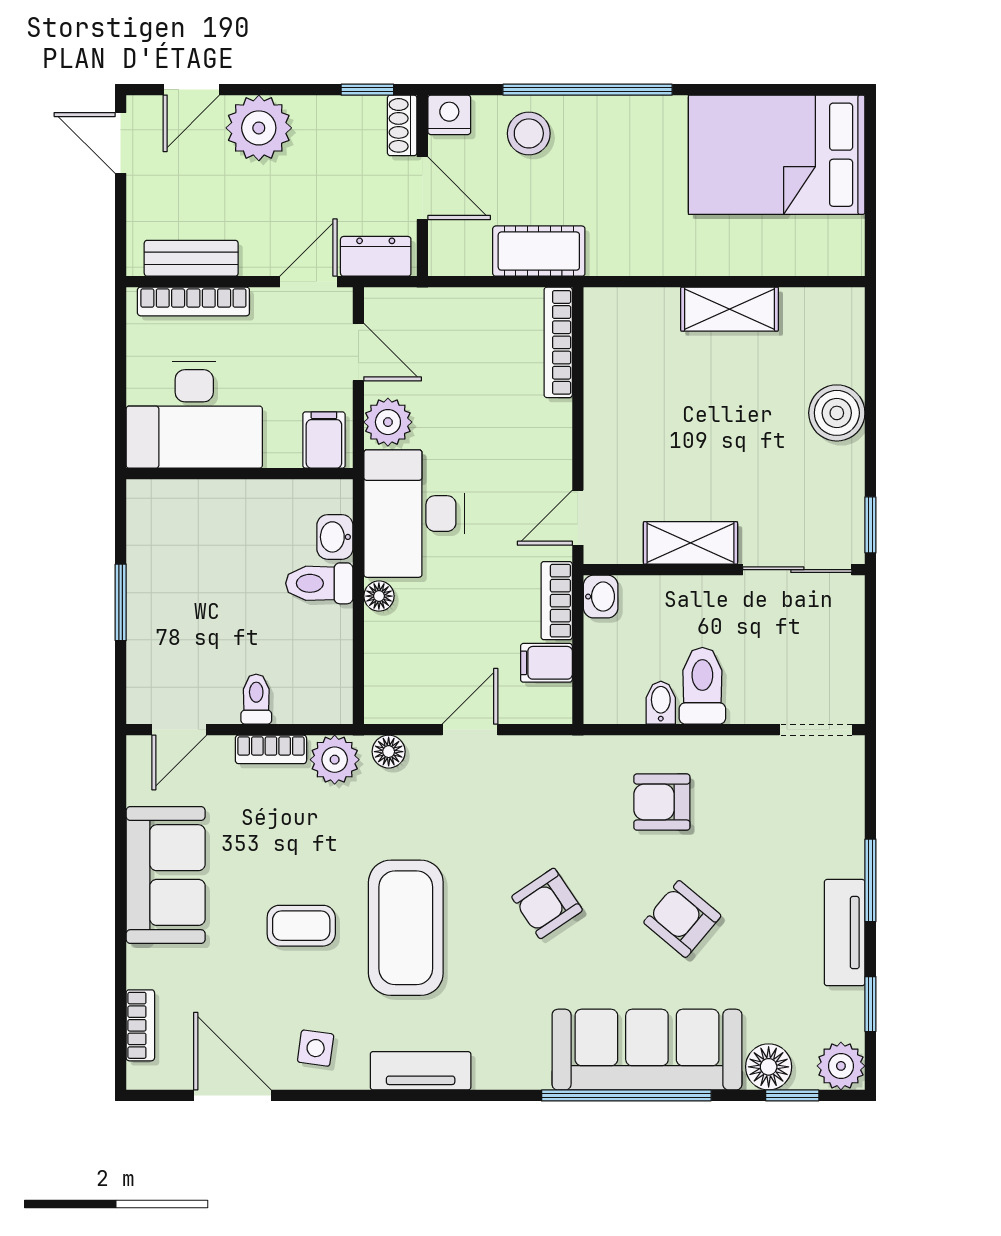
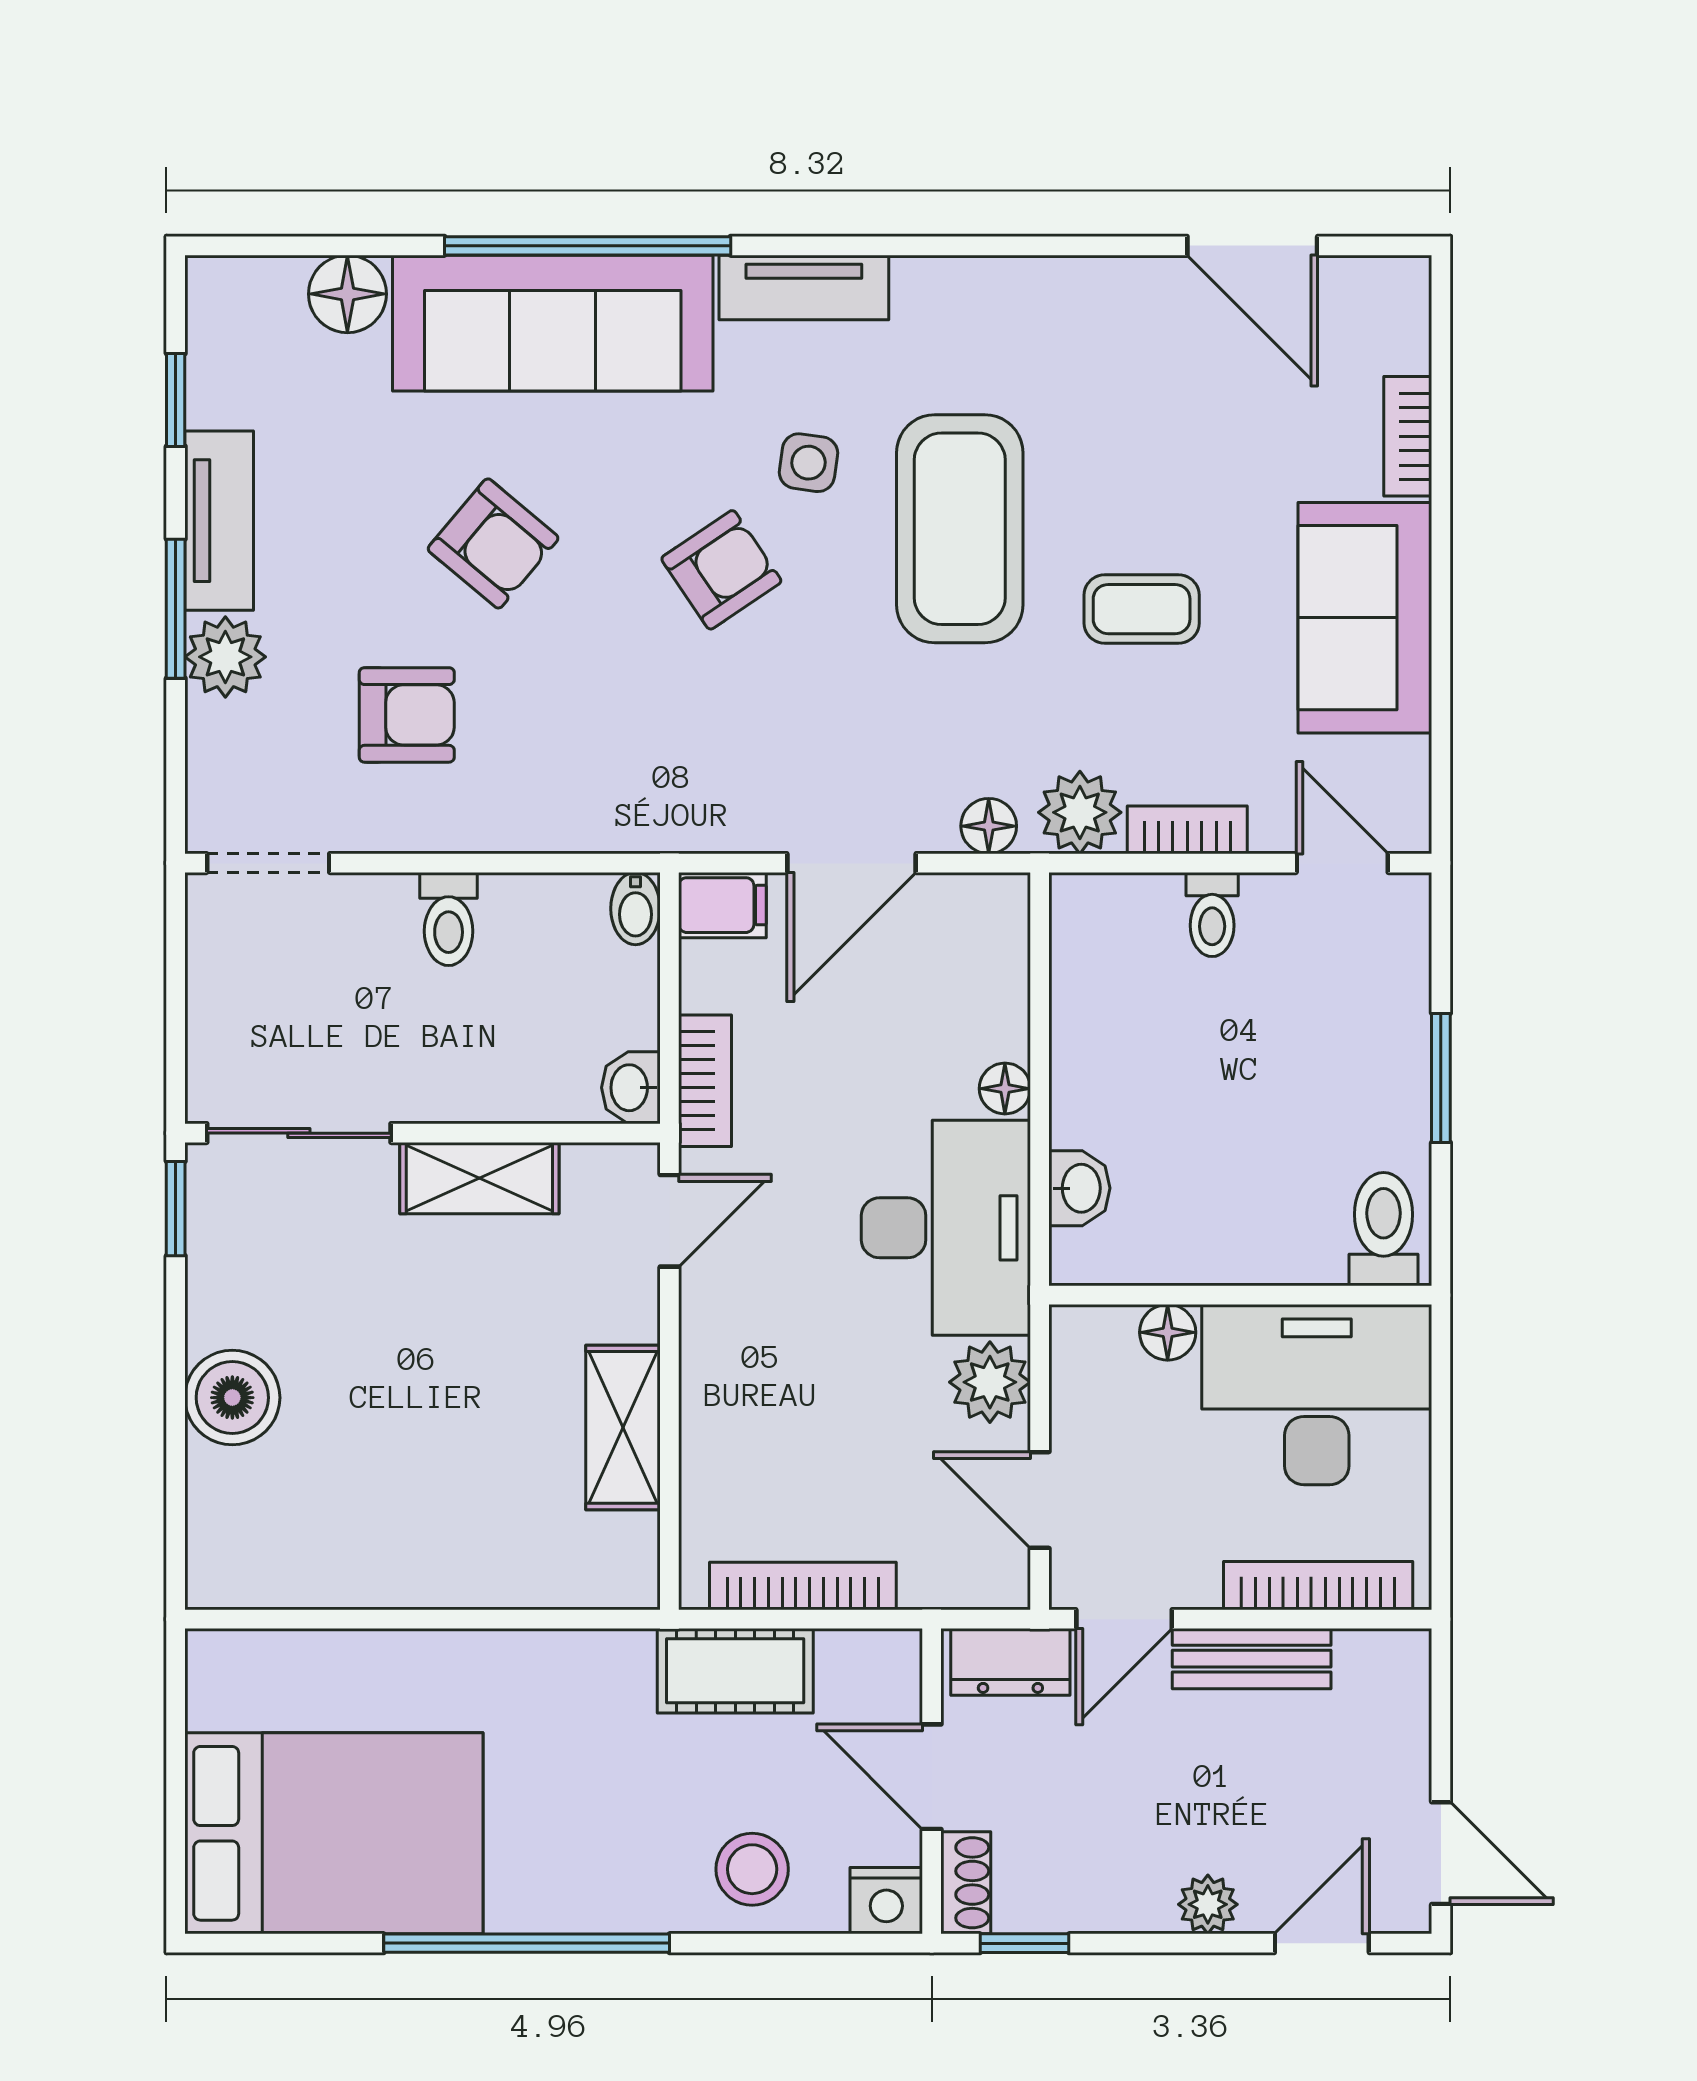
window: (588, 90) -> (527, 1943), moved
plant: (259, 128) -> (1208, 1904), width x0.53, depth x0.53
bench: (191, 258) -> (1252, 1659), moved
shelving: (730, 309) -> (623, 1427), moved, turned 90
bookcase: (558, 342) -> (803, 1586), moved, turned -90
filing cabinet: (324, 440) -> (1098, 1352), removed
floor lamp: (283, 452) -> (1168, 1332), added
toilet: (319, 583) -> (1384, 1229), moved, turned -90
filing cabinet: (546, 663) -> (722, 905), moved
toilet: (702, 686) -> (449, 919), width x0.73, depth x0.72
bidet: (661, 703) -> (635, 909), moved
door: (179, 730) -> (1342, 863), hinge flipped
door: (470, 730) -> (852, 863), width x1.38
armchair: (662, 802) -> (407, 715), moved
coffee table: (301, 926) -> (1142, 609), moved
bookcase: (140, 1025) -> (1408, 436), moved
side table: (316, 1048) -> (808, 463), moved
plant: (841, 1066) -> (225, 657), moved
tv unit: (421, 1071) -> (804, 287), moved
window: (792, 1095) -> (308, 246), removed

